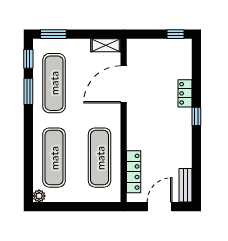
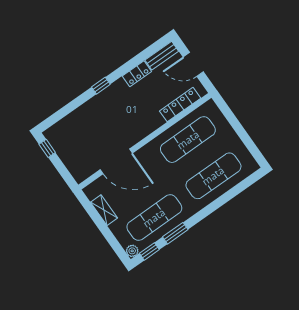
window: (53, 34) -> (116, 245), removed
shelving: (106, 45) -> (104, 210), moved
locker: (185, 93) -> (137, 74), moved
plant: (39, 196) -> (132, 251), moved

